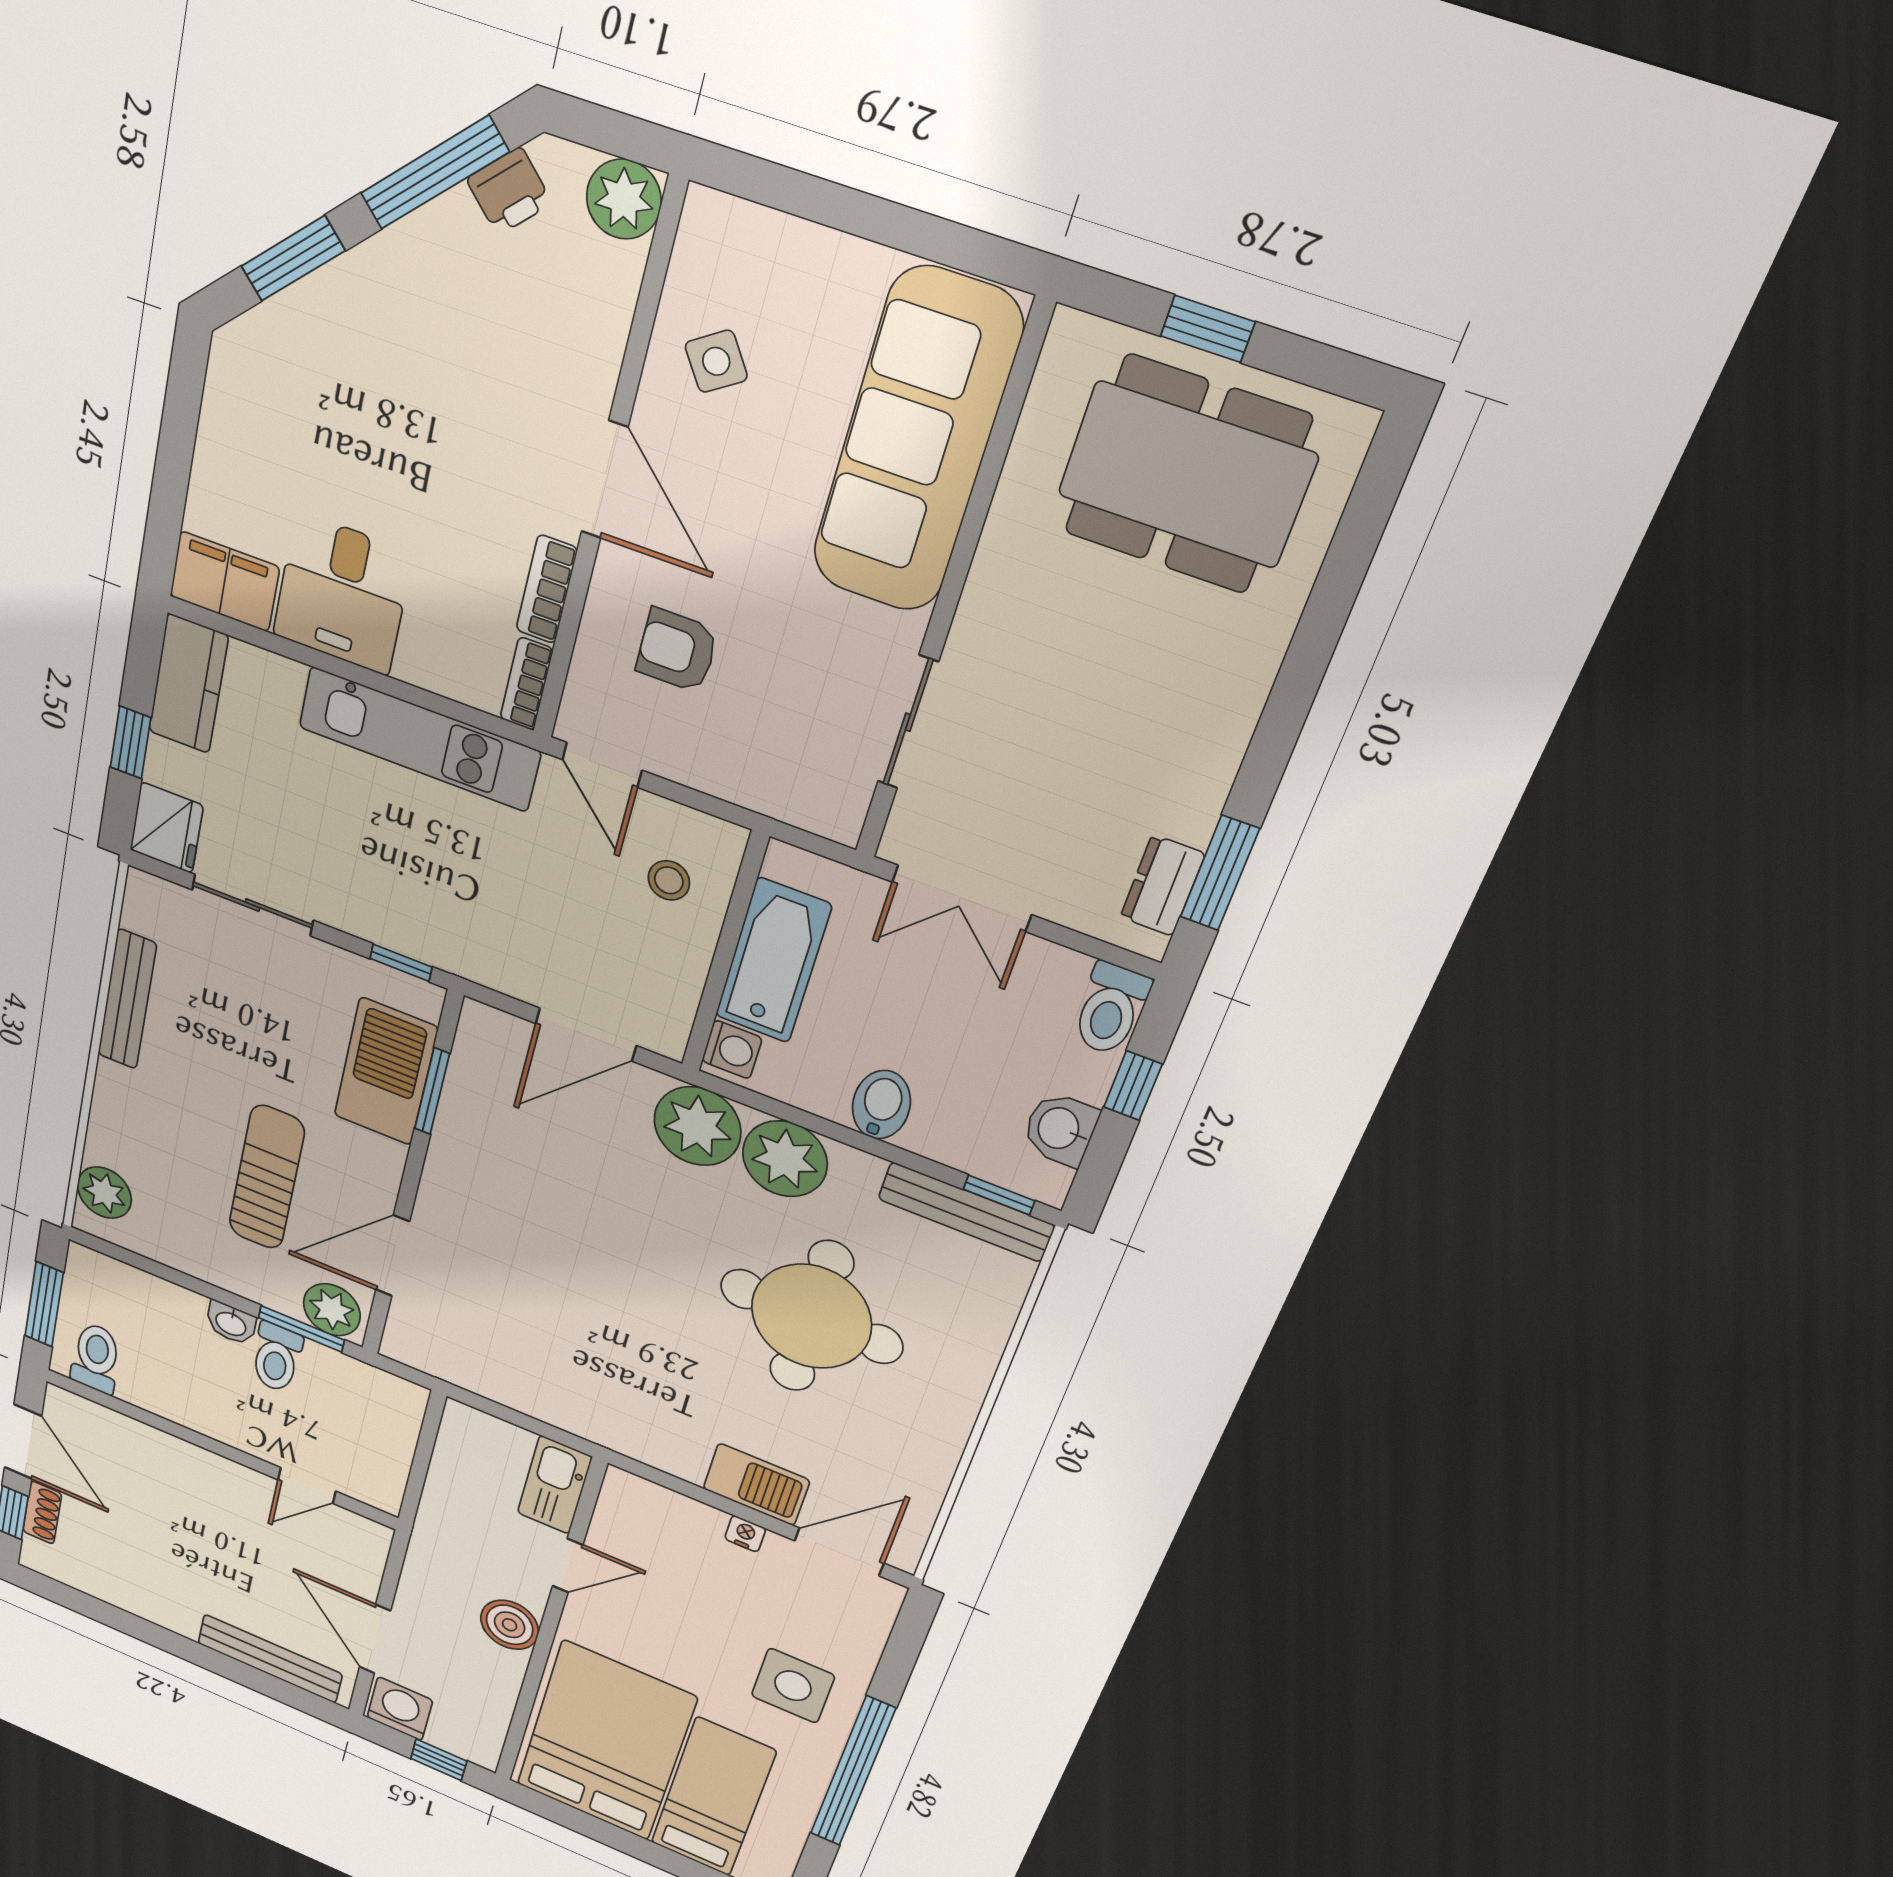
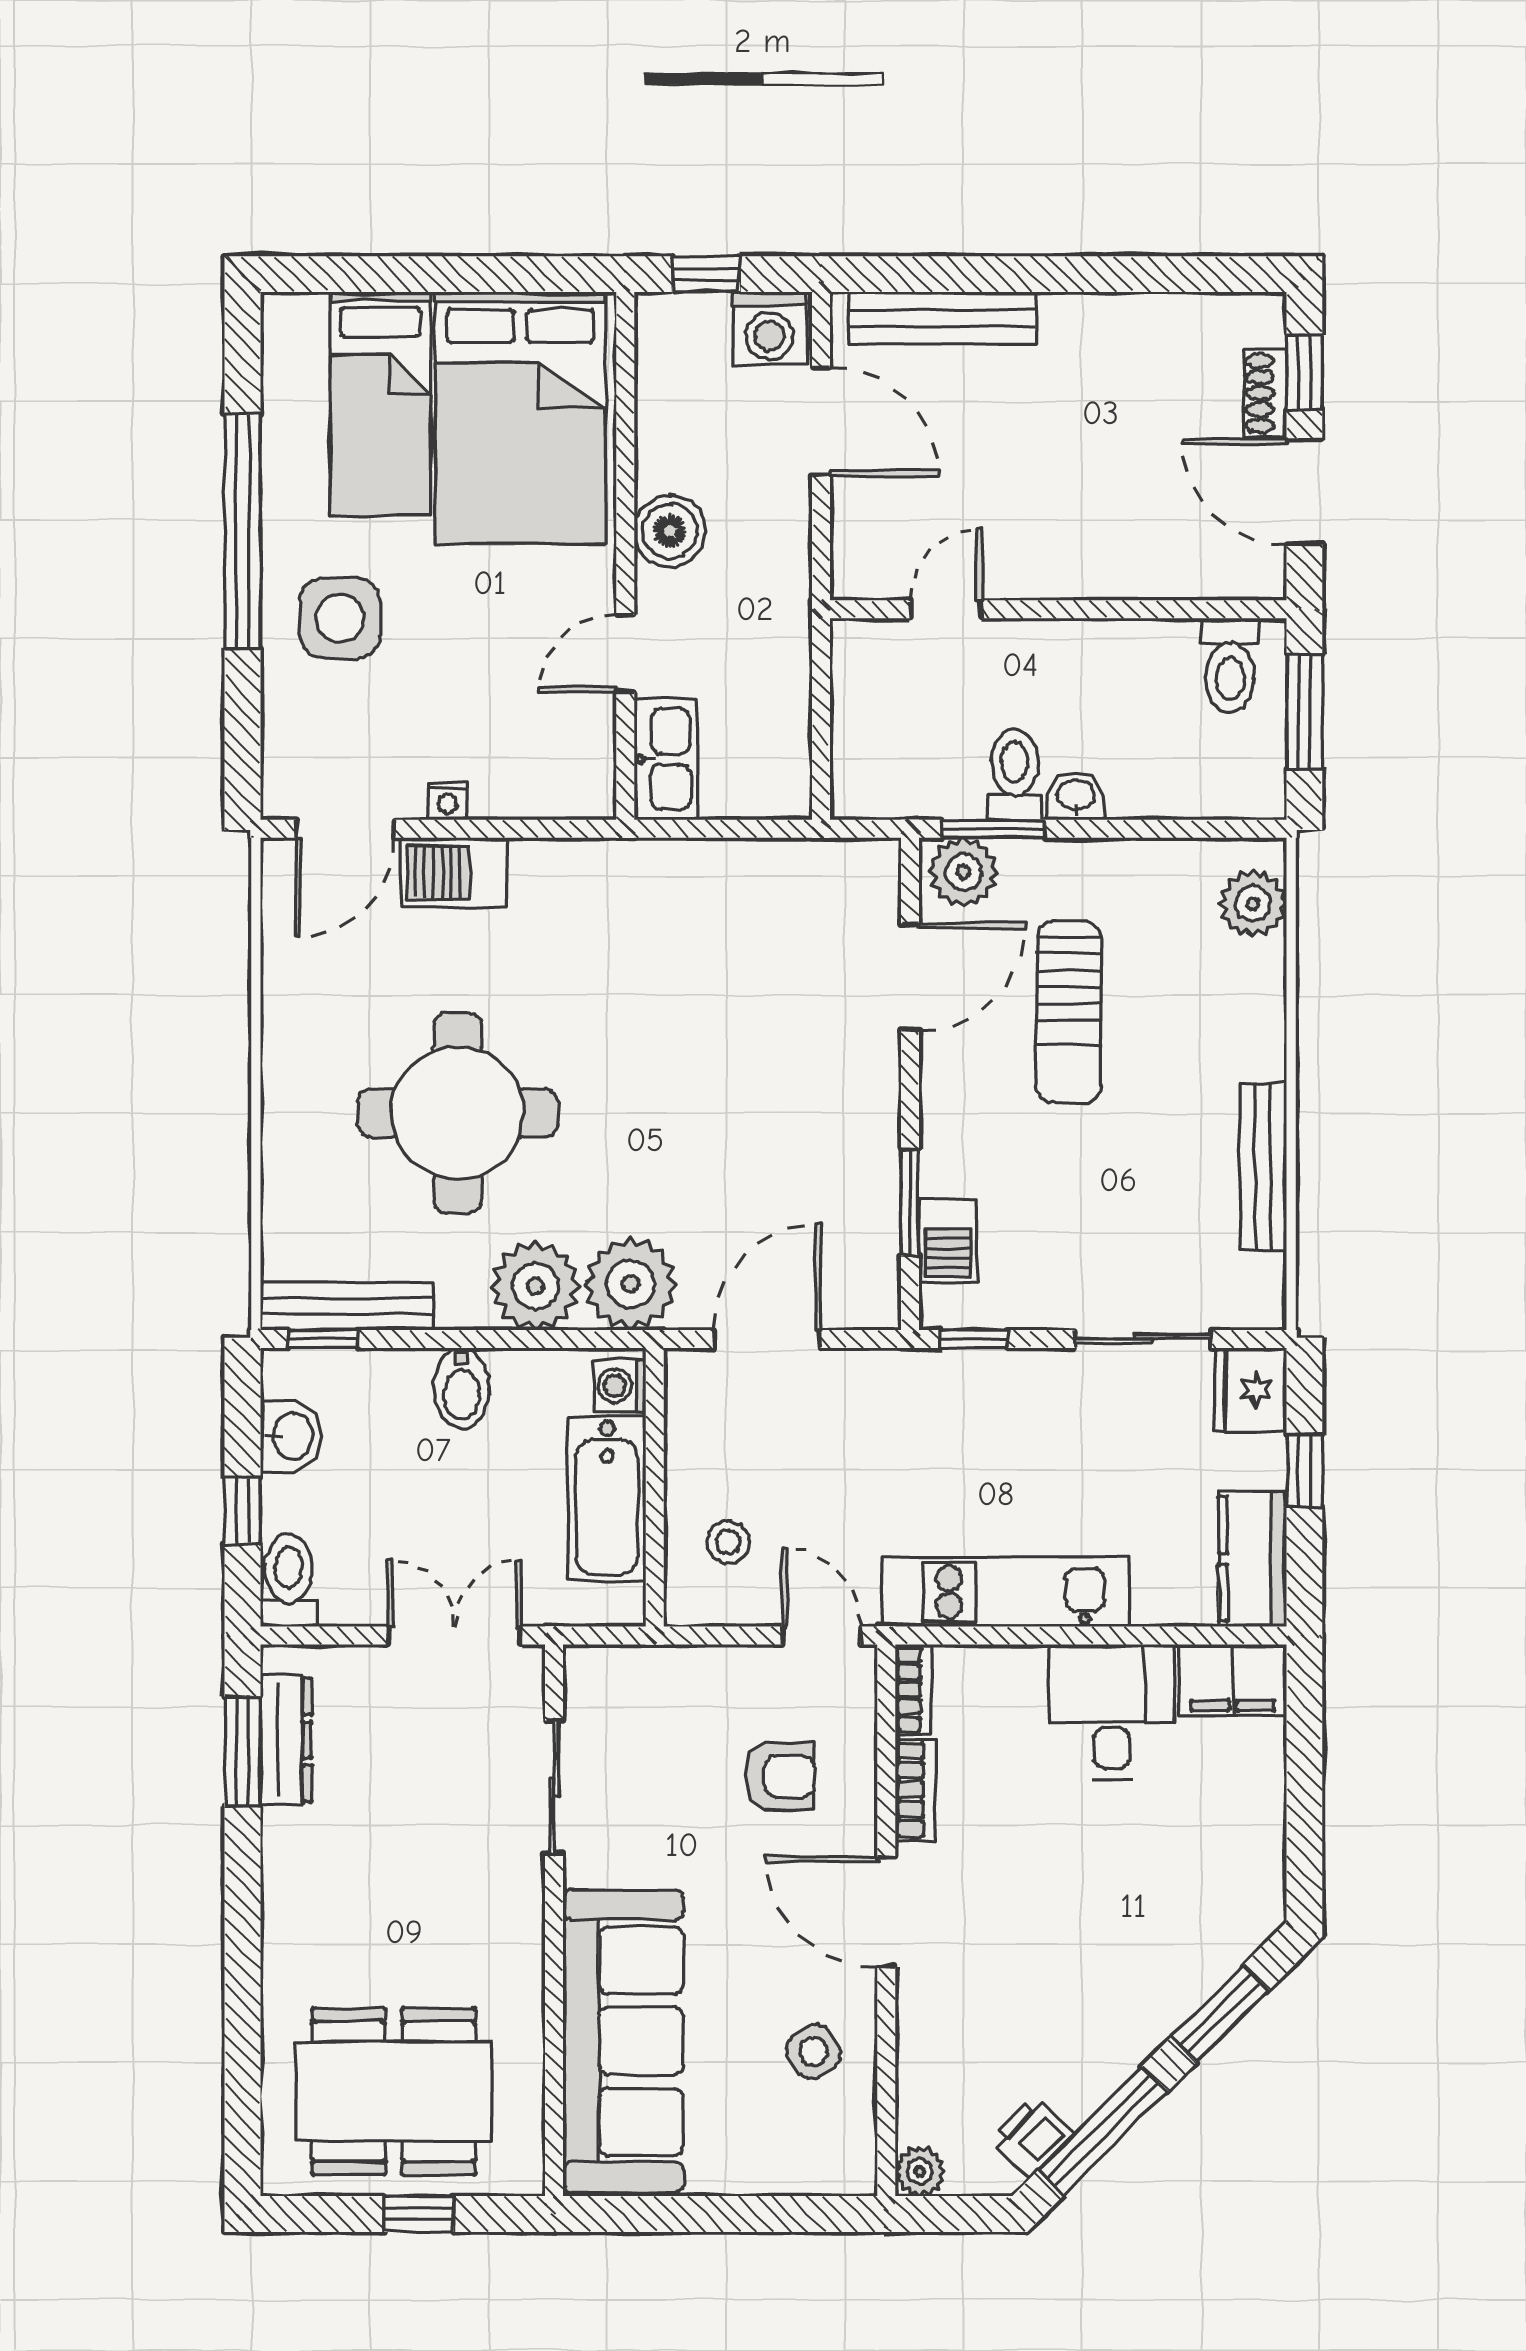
plant: (624, 199) -> (920, 2171), width x0.73, depth x0.73
dresser: (1162, 886) -> (286, 1740), width x1.44
barbecue: (386, 1072) -> (948, 1240), width x0.53, depth x0.65

